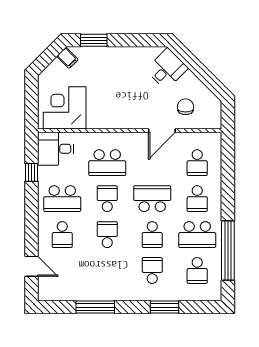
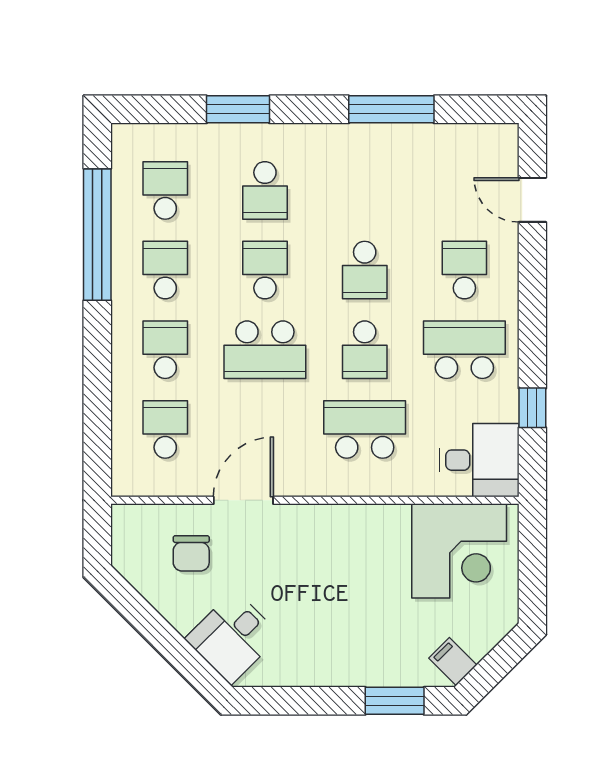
school desk: (197, 235) -> (165, 270), width x0.54

